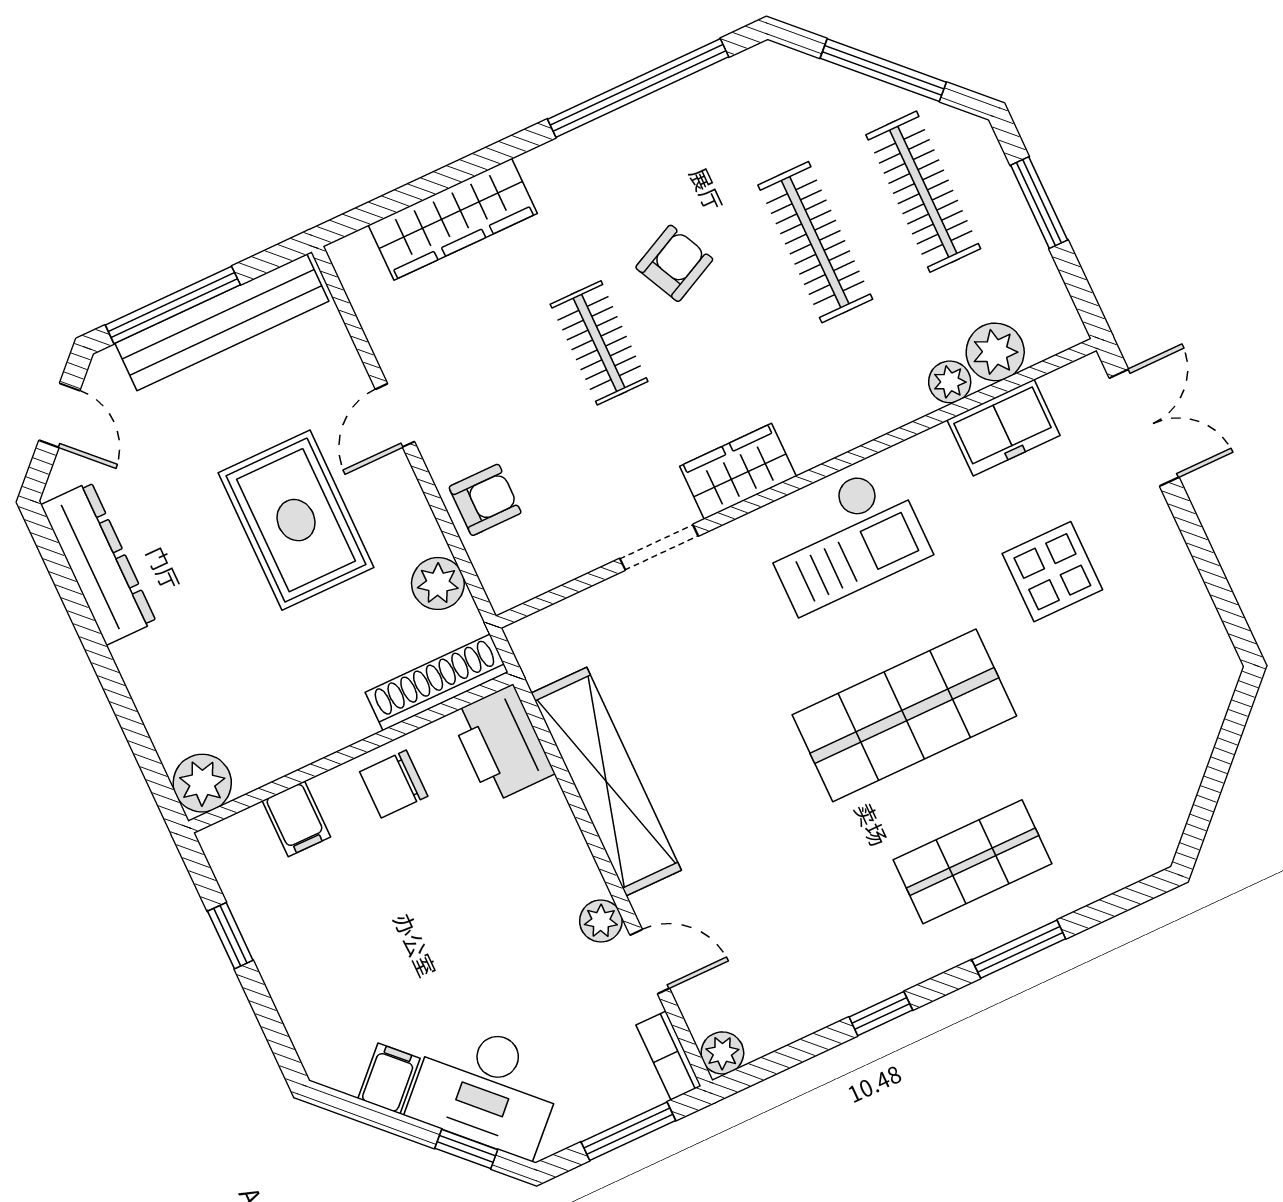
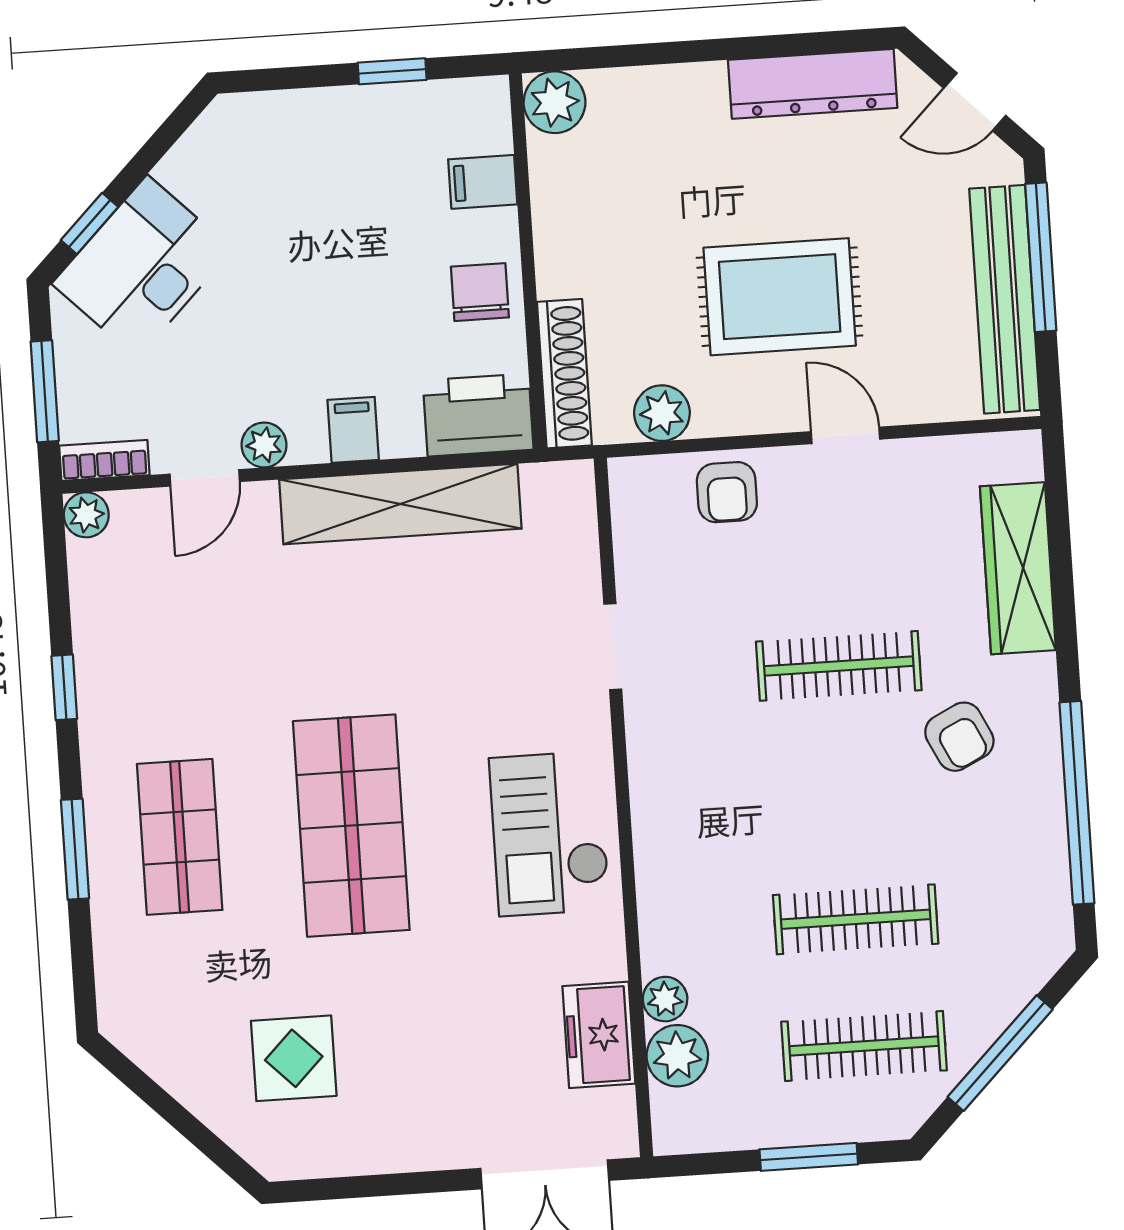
armchair: (674, 263) -> (959, 737), moved
clothes rail: (599, 343) -> (839, 666), width x1.36
wardrobe: (738, 471) -> (658, 754), removed
display table: (1052, 572) -> (294, 1058), moved
filing cabinet: (389, 1078) -> (353, 430), moved, turned -135

